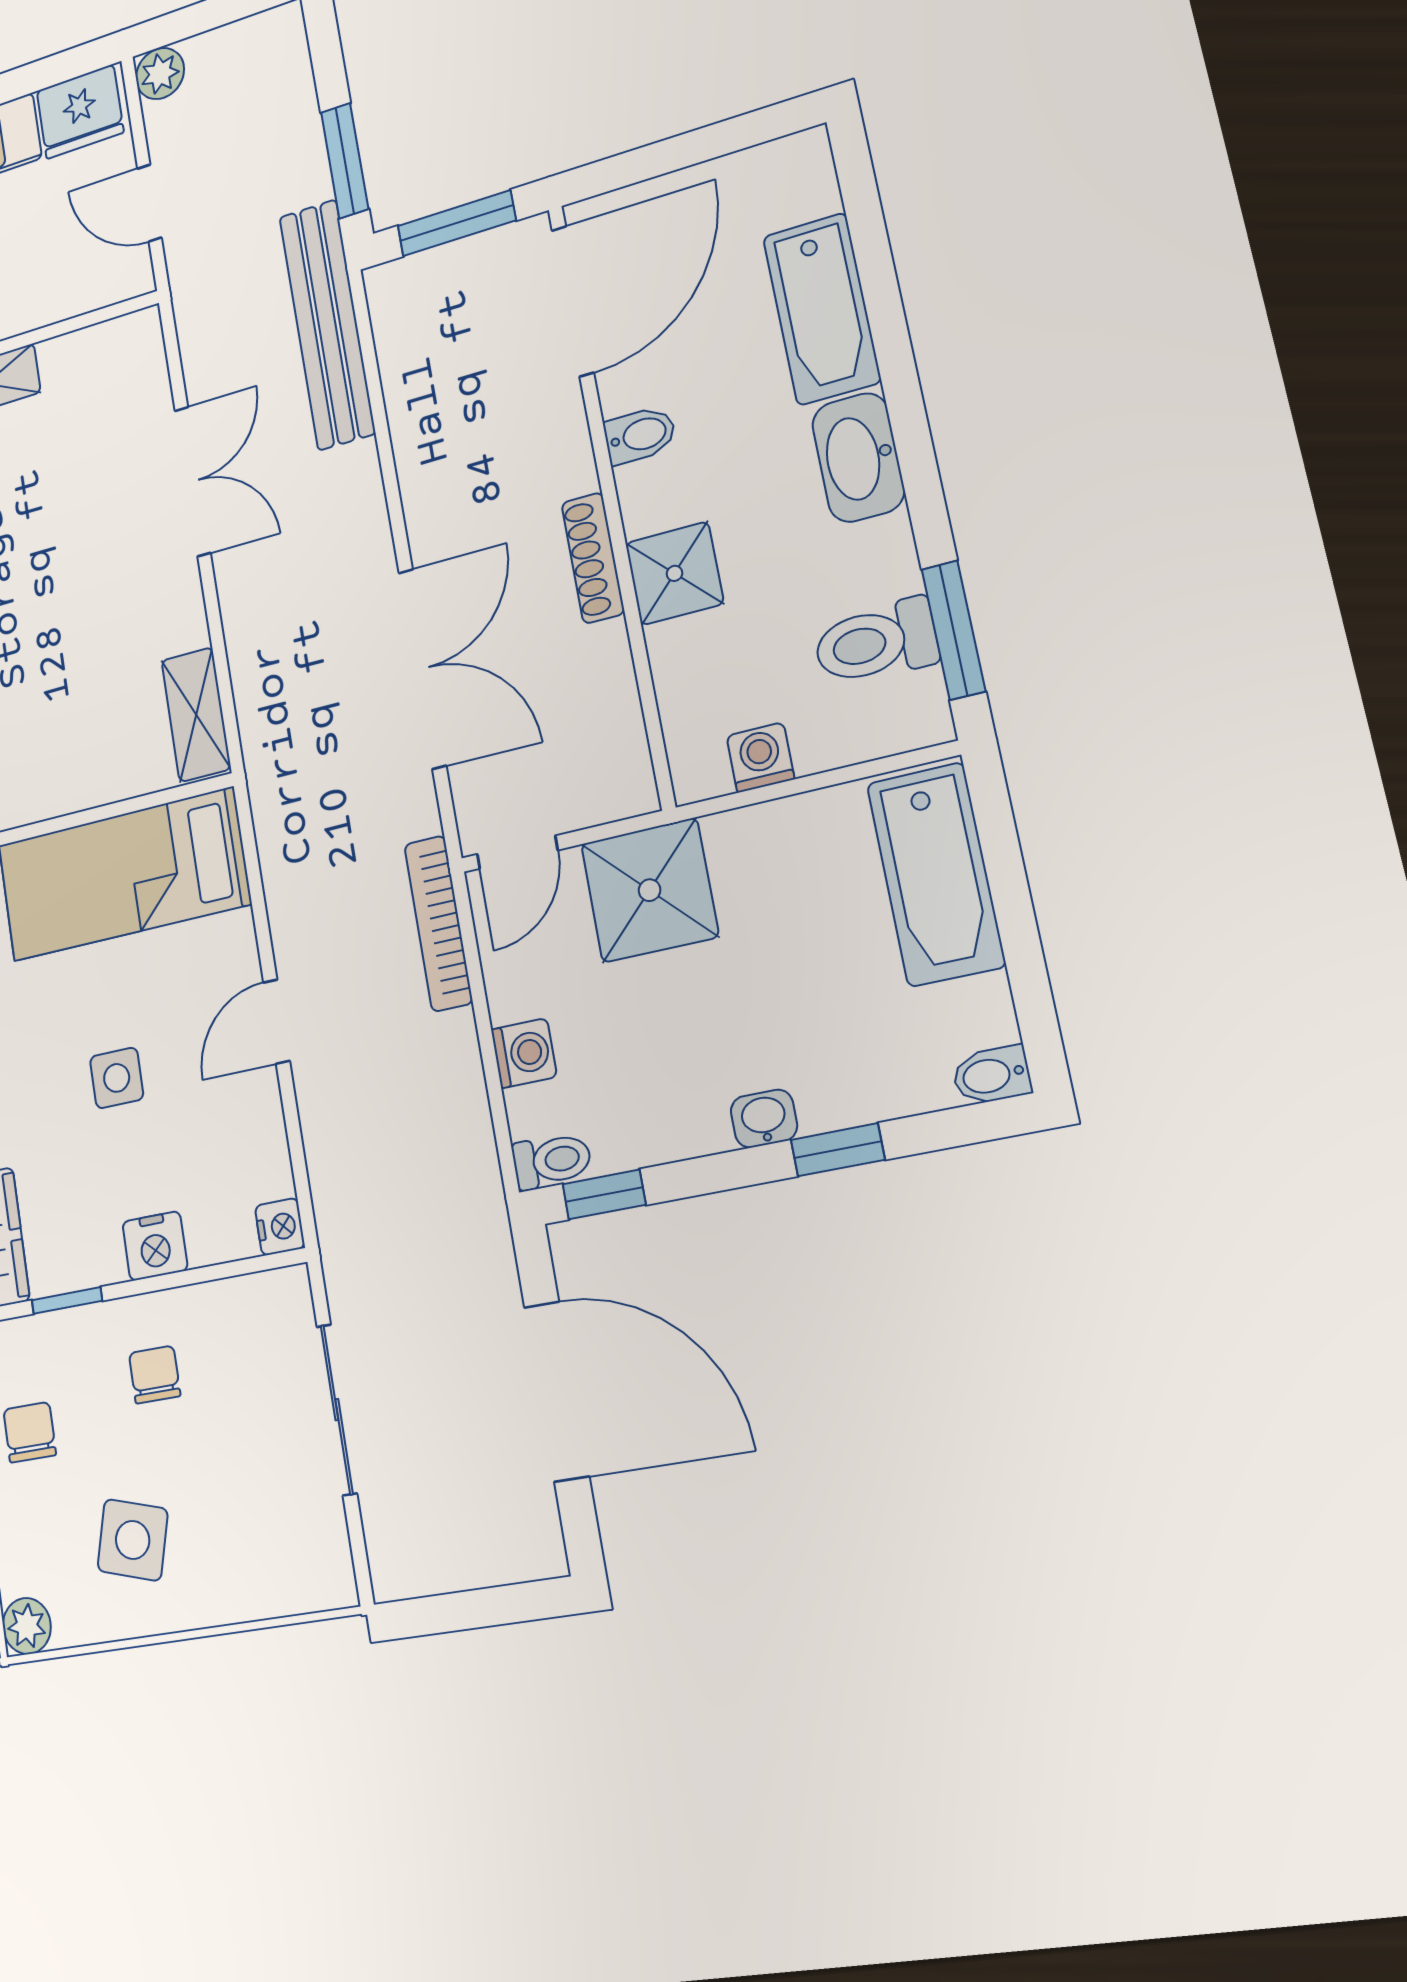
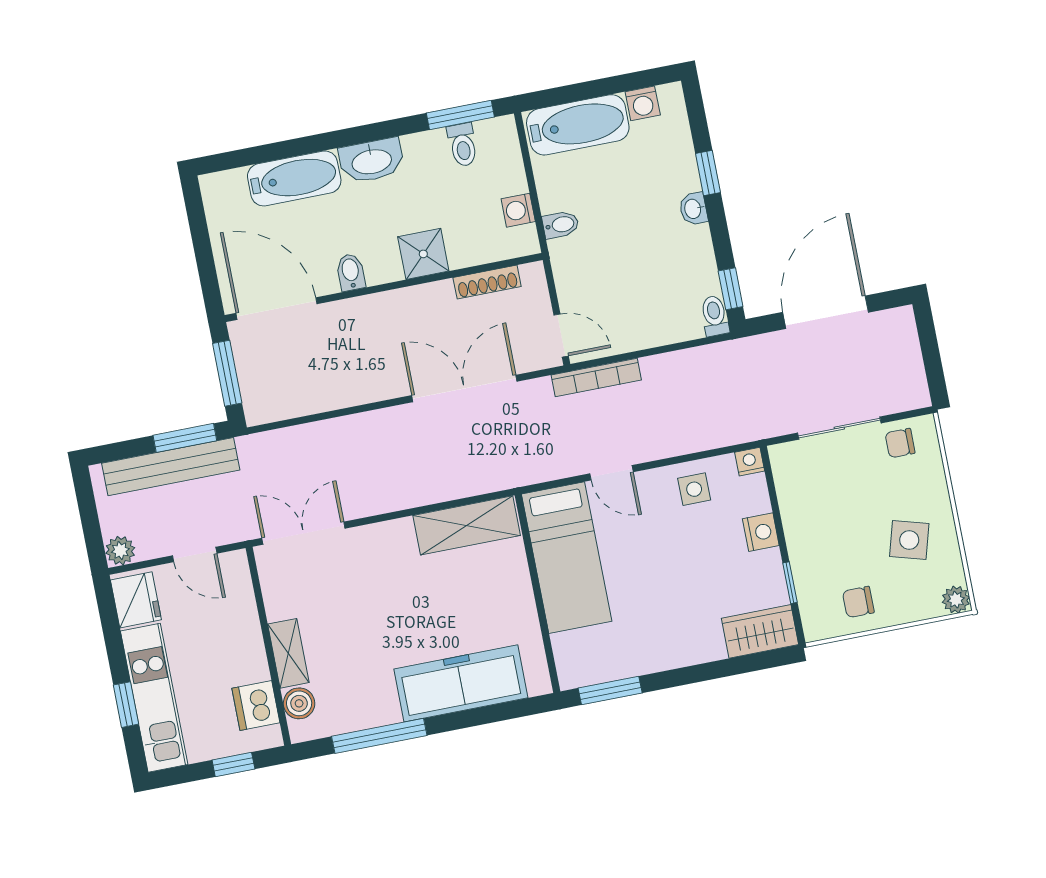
door: (149, 203) -> (195, 555), hinge flipped
bench: (327, 324) -> (171, 467), moved
double door: (193, 481) -> (303, 533), moved
shoe rack: (593, 558) -> (487, 282), moved
toilet: (876, 642) -> (463, 145), width x0.73, depth x0.72
shelving: (196, 715) -> (467, 525), width x1.50, depth x1.33
shower: (650, 890) -> (582, 266), removed
door: (277, 1022) -> (611, 473), moved
washing machine: (524, 1053) -> (643, 103), moved, turned 180
bidet: (992, 1075) -> (561, 225), moved, turned -90
side table: (117, 1078) -> (694, 489), moved
chair: (155, 1375) -> (900, 443), moved

